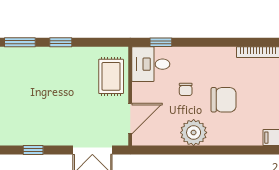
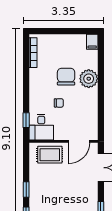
door: (130, 119) -> (79, 141), swing flipped
plant: (194, 133) -> (89, 79), moved

